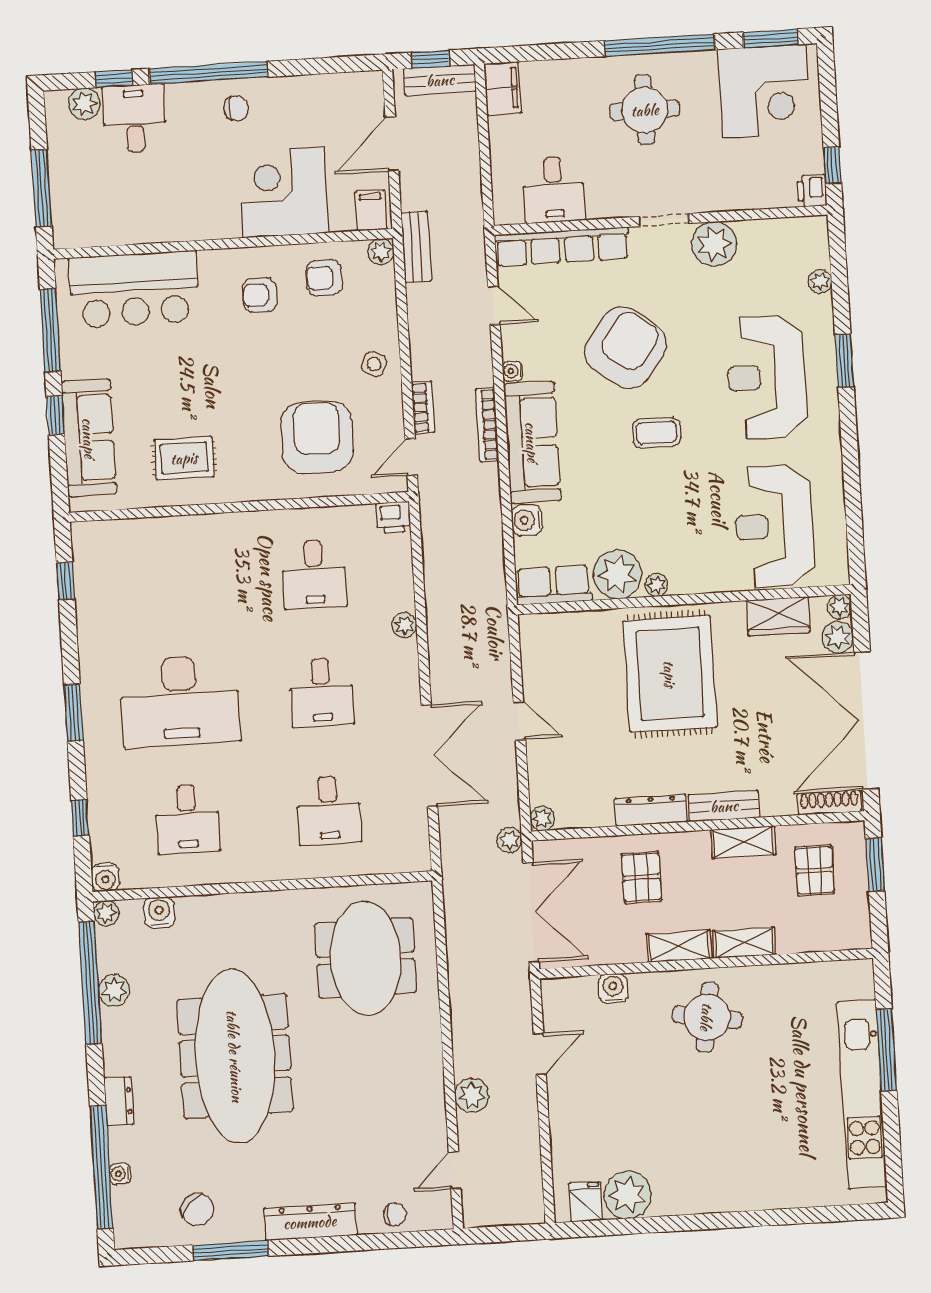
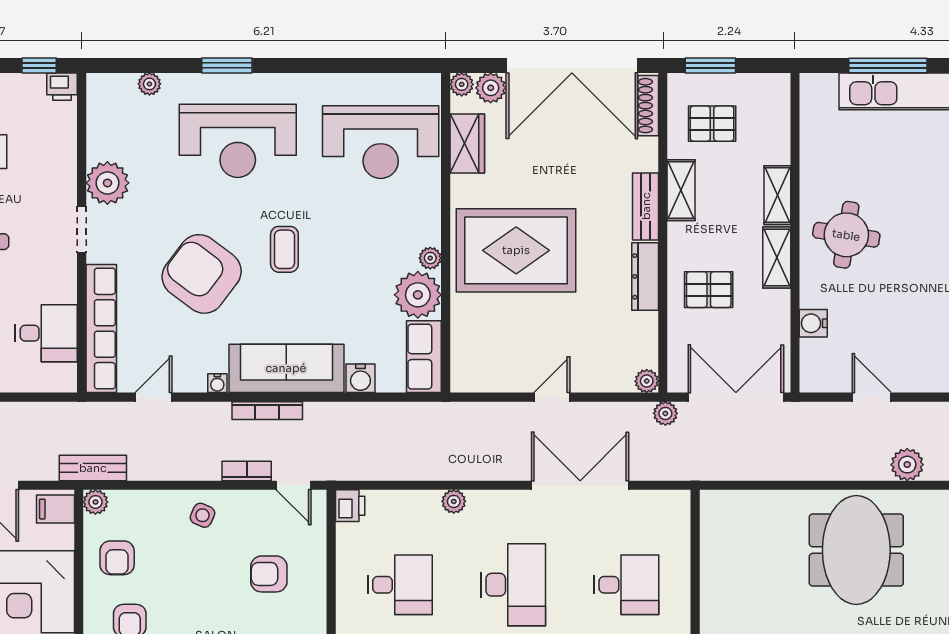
armchair: (317, 437) -> (269, 574), width x0.53, depth x0.53
desk: (321, 692) -> (513, 585), width x1.37
meeting table: (366, 958) -> (856, 550), moved, turned 90

